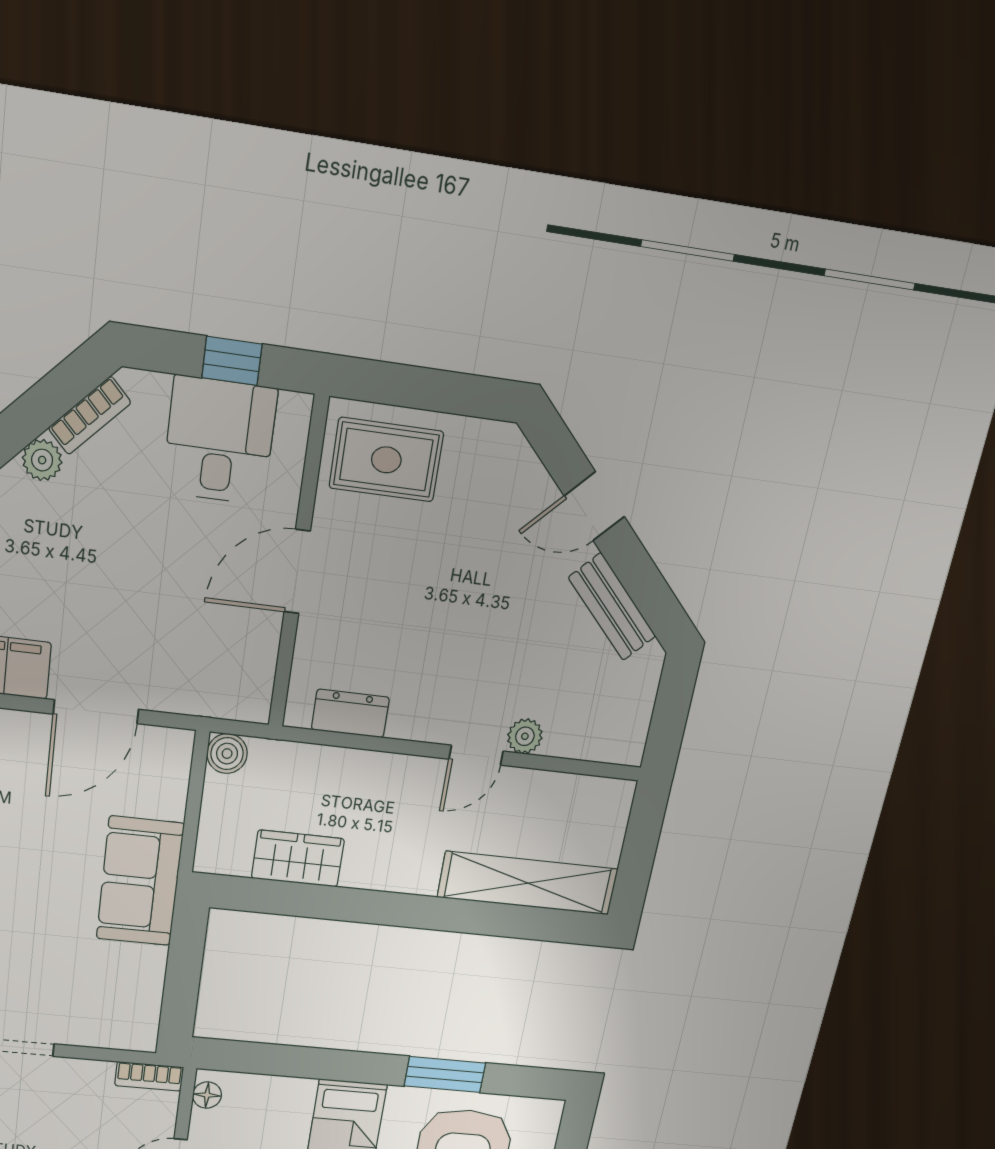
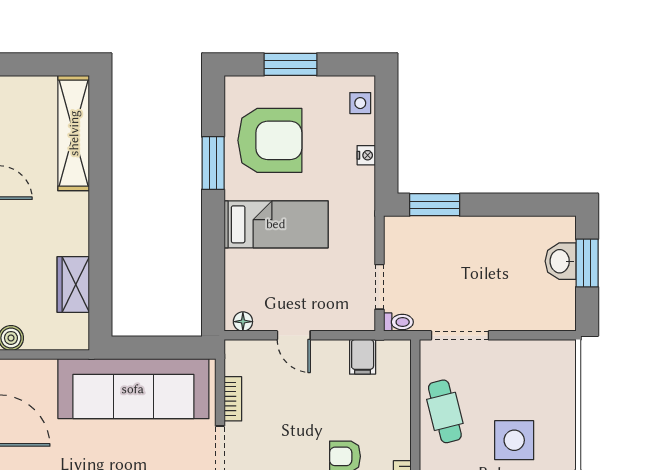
sofa: (140, 881) -> (133, 389), width x1.85, depth x1.27
bookcase: (149, 1076) -> (233, 399), moved

